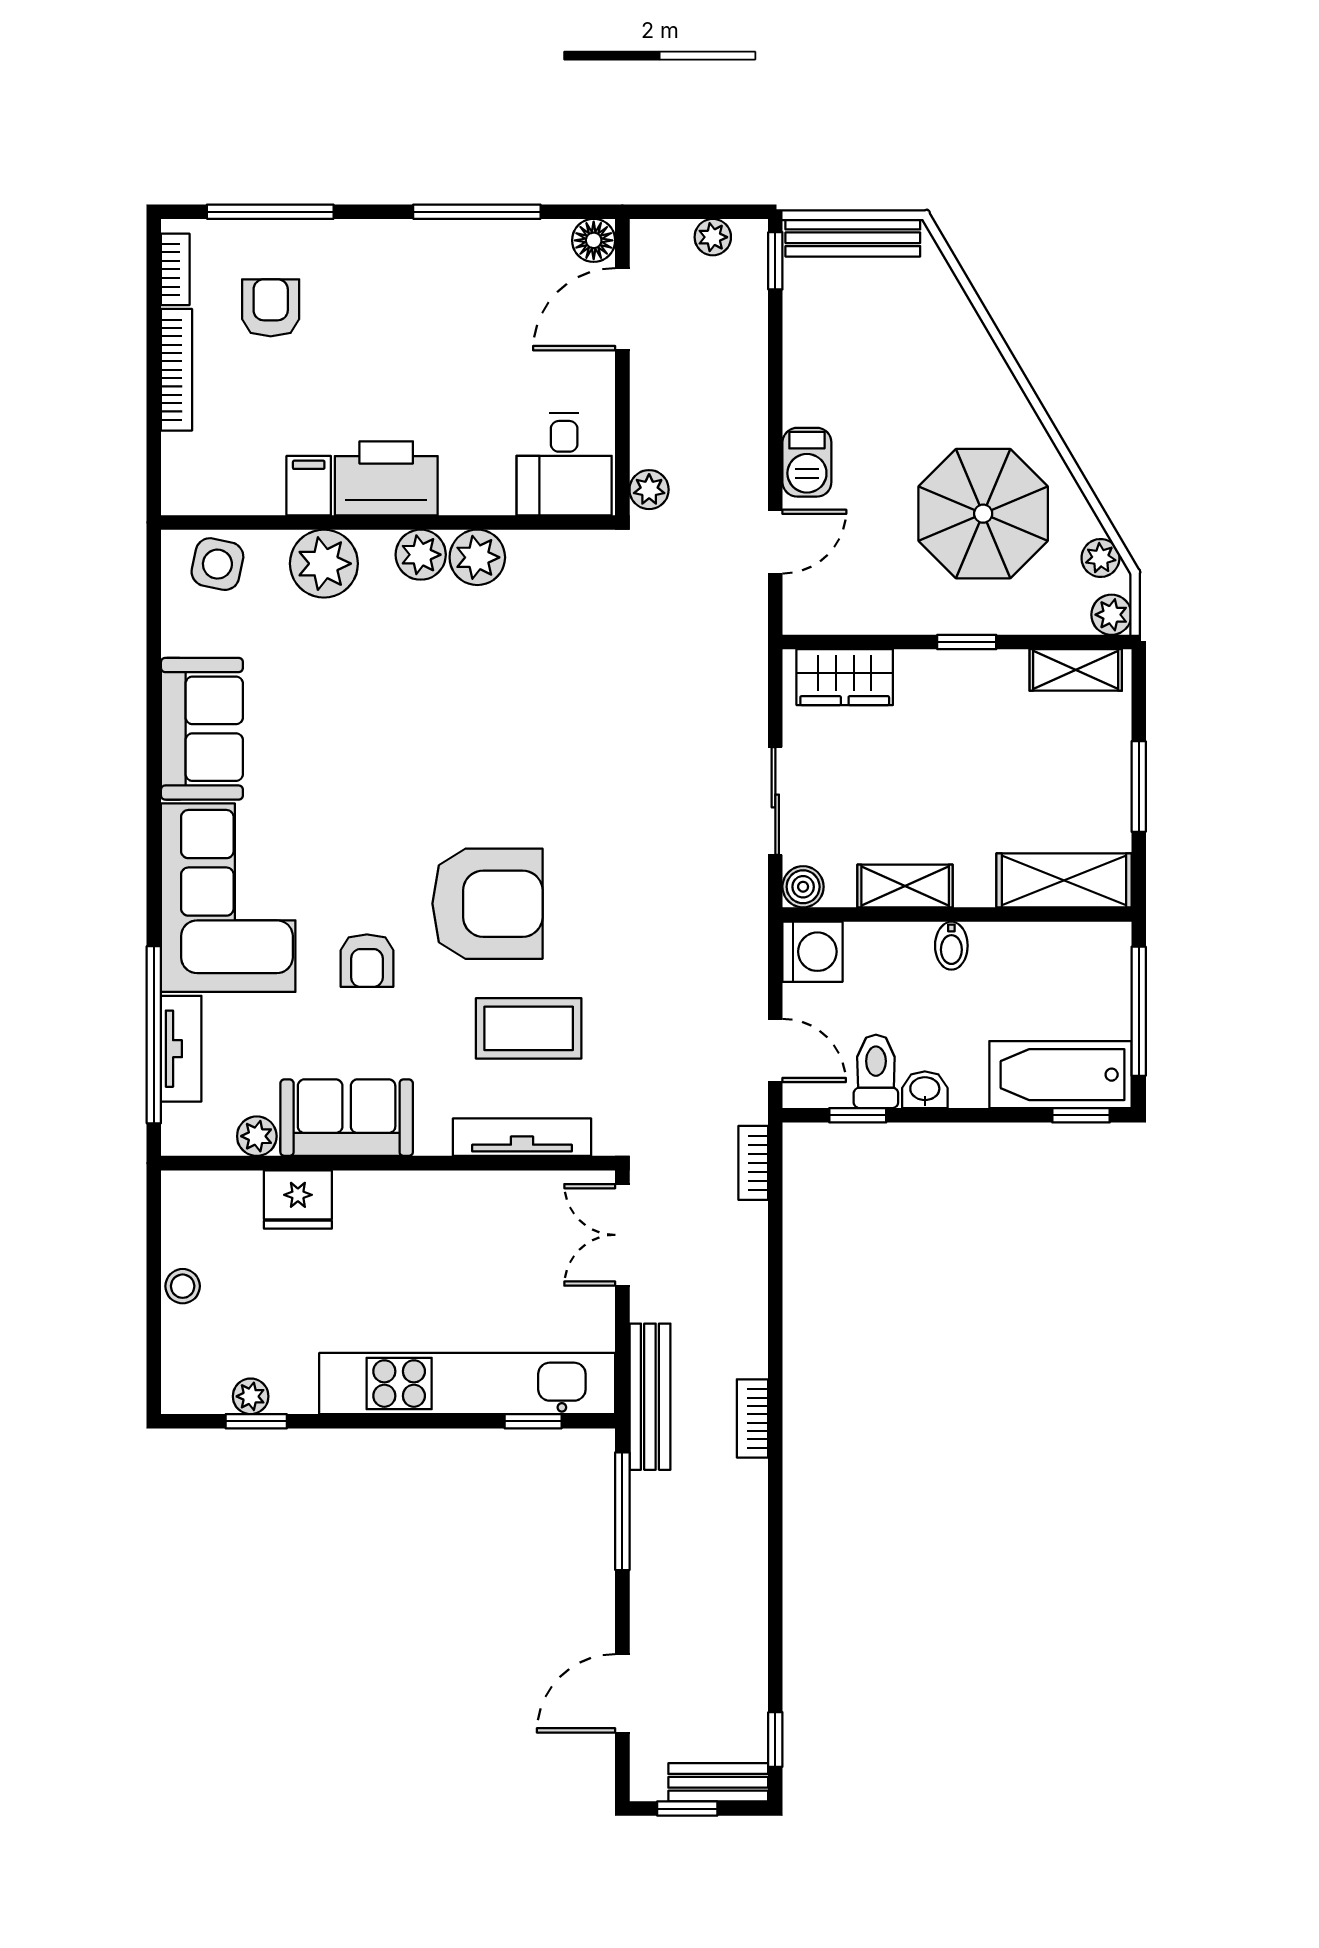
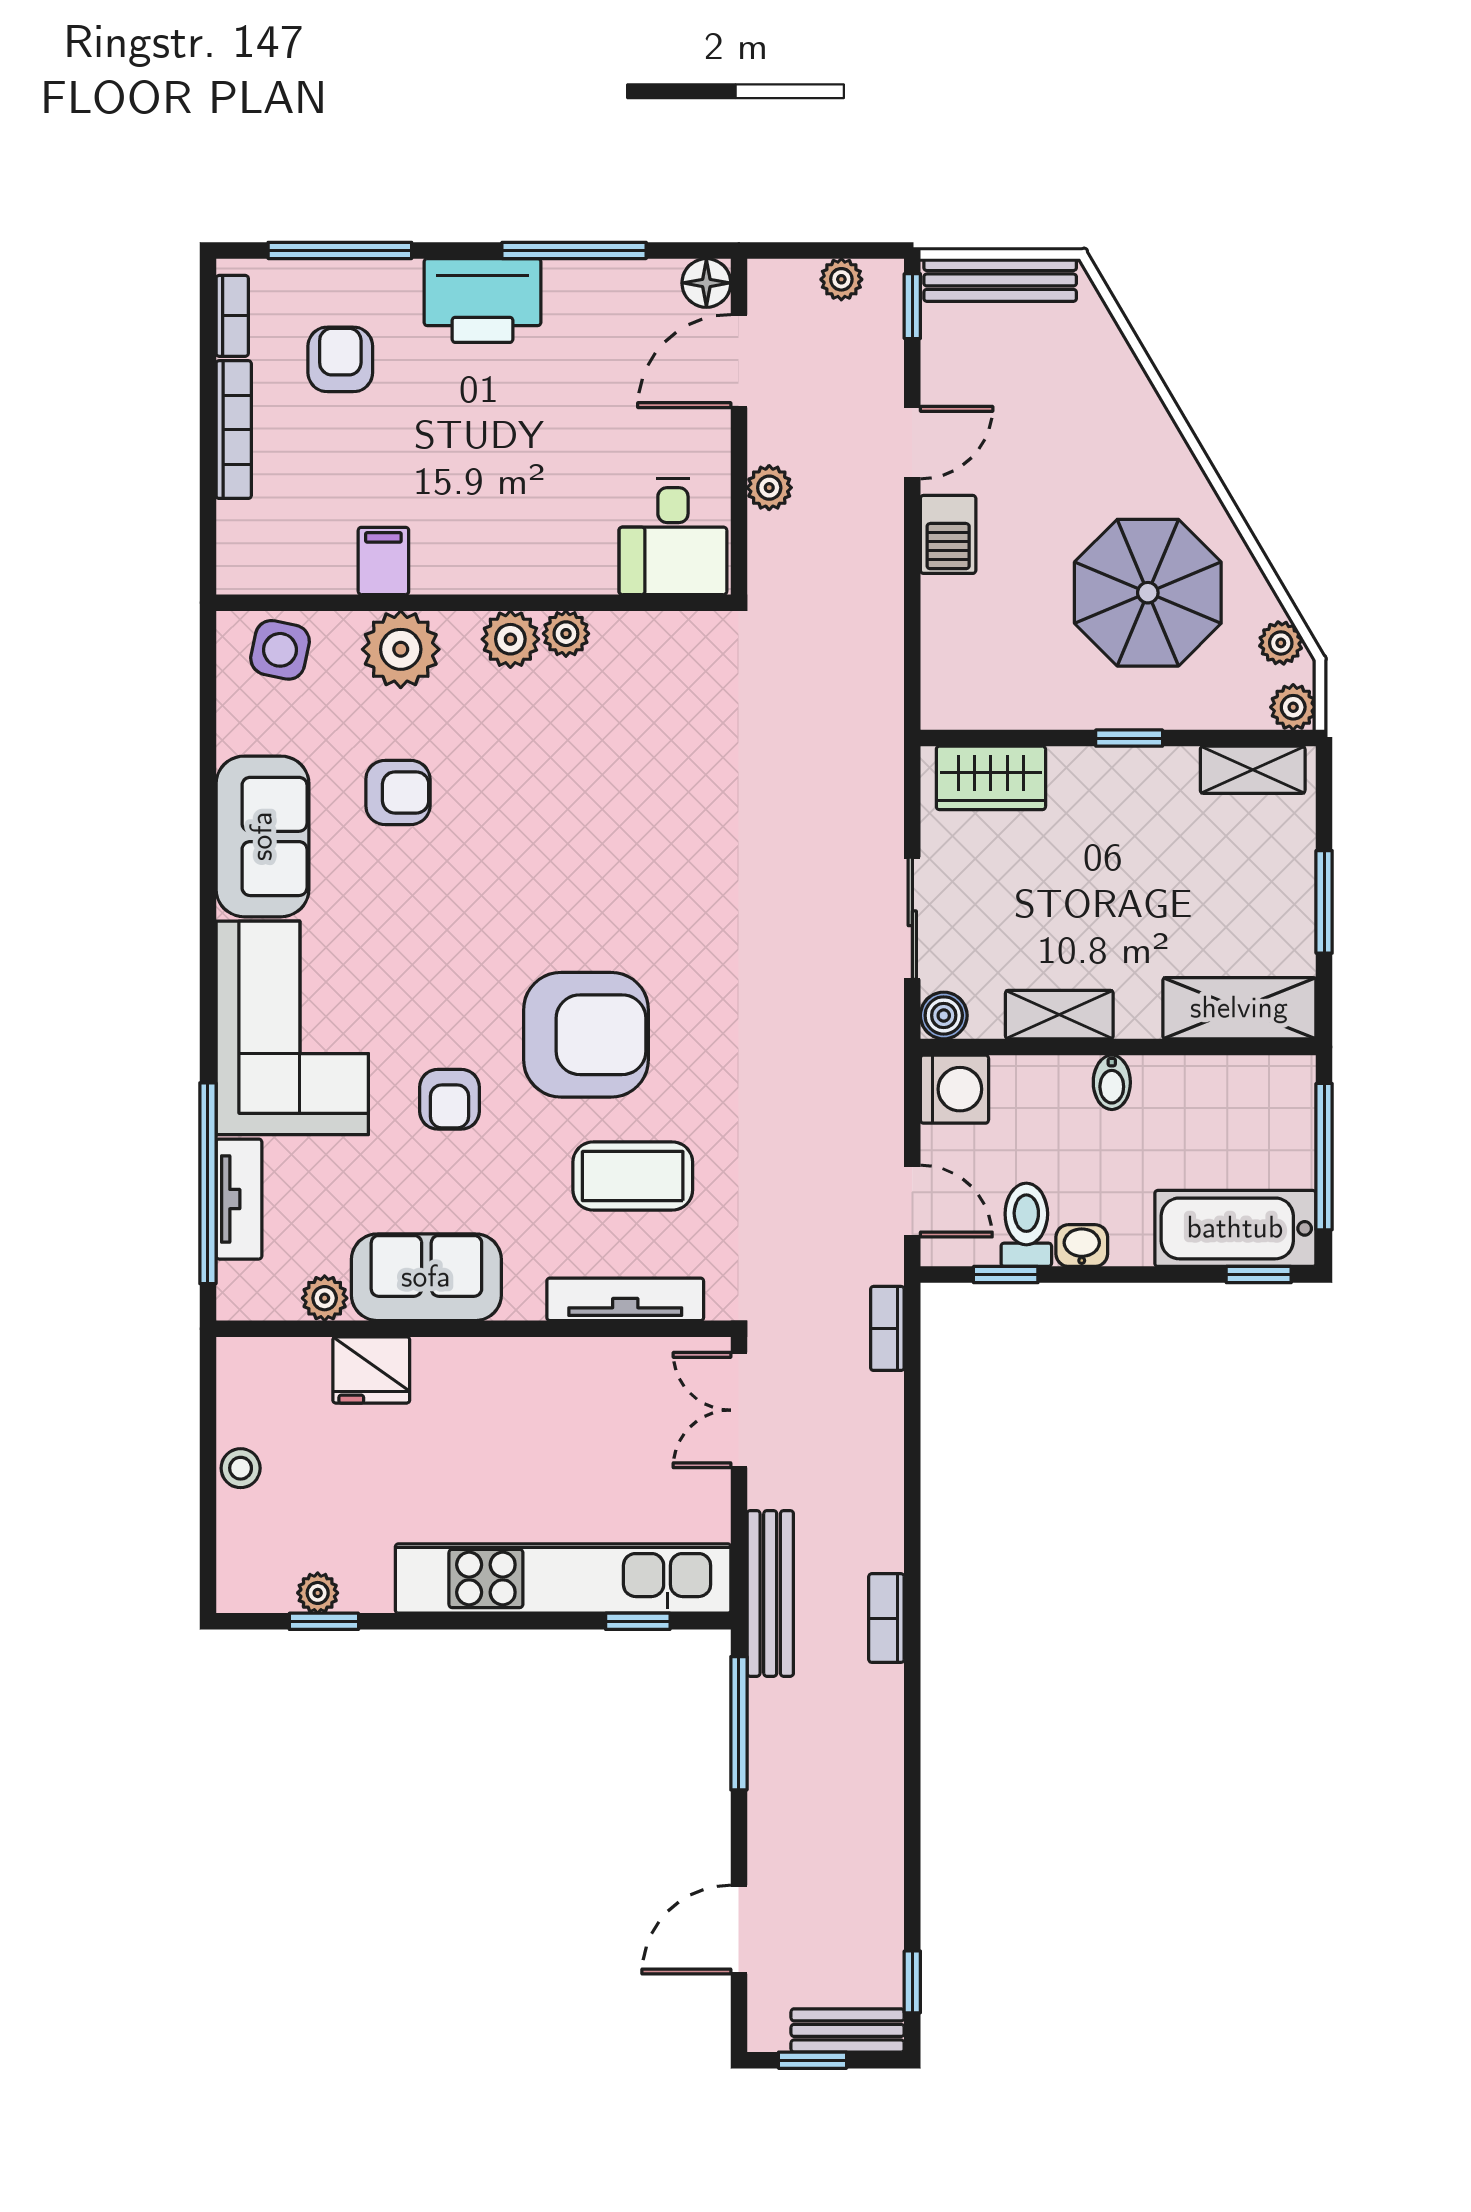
printer: (386, 478) -> (482, 301), moved, turned 180
plant: (649, 490) -> (769, 488), moved
door: (775, 542) -> (912, 443), moved
plant: (477, 557) -> (566, 634), width x0.73, depth x0.73
armchair: (321, 690) -> (398, 792), added

